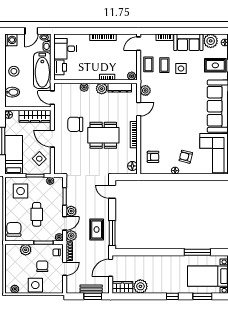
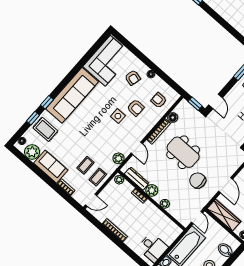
printer: (60, 67) -> (170, 236), removed
side table: (181, 68) -> (118, 116), moved
door: (139, 109) -> (137, 148), swing flipped
chair: (75, 124) -> (198, 181), turned 180
armchair: (165, 137) -> (136, 108), added
floor lamp: (132, 166) -> (173, 118), moved
window: (125, 177) -> (195, 104), added

